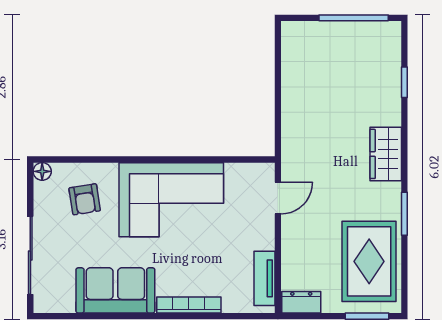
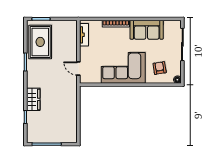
wardrobe: (386, 154) -> (33, 99), moved
door: (278, 198) -> (78, 69), hinge flipped
dresser: (301, 302) -> (69, 25), removed

